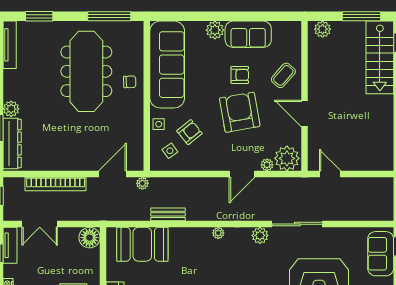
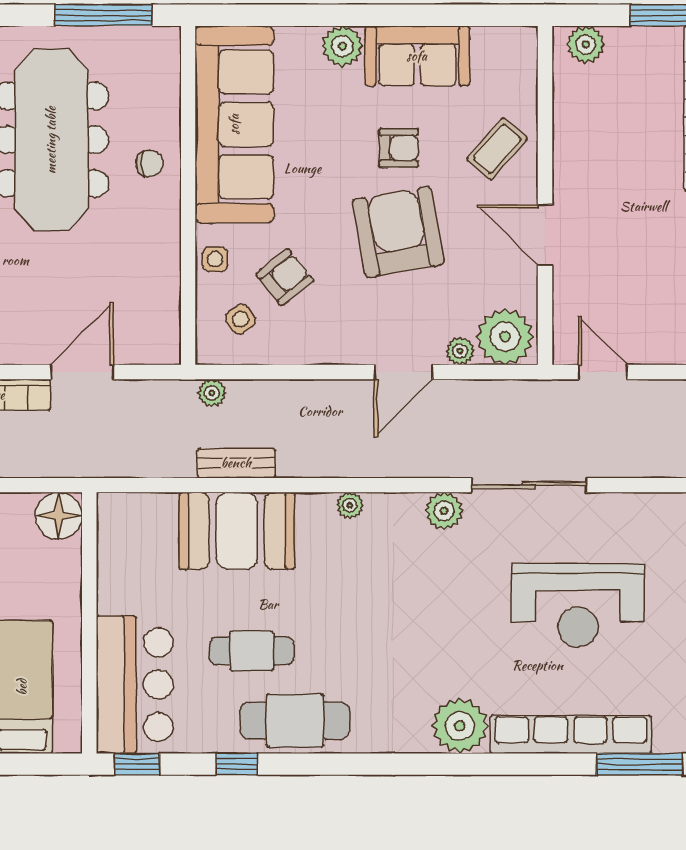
door: (113, 174) -> (82, 372), moved
plant: (142, 183) -> (212, 393), moved
booth: (142, 244) -> (237, 531), moved

